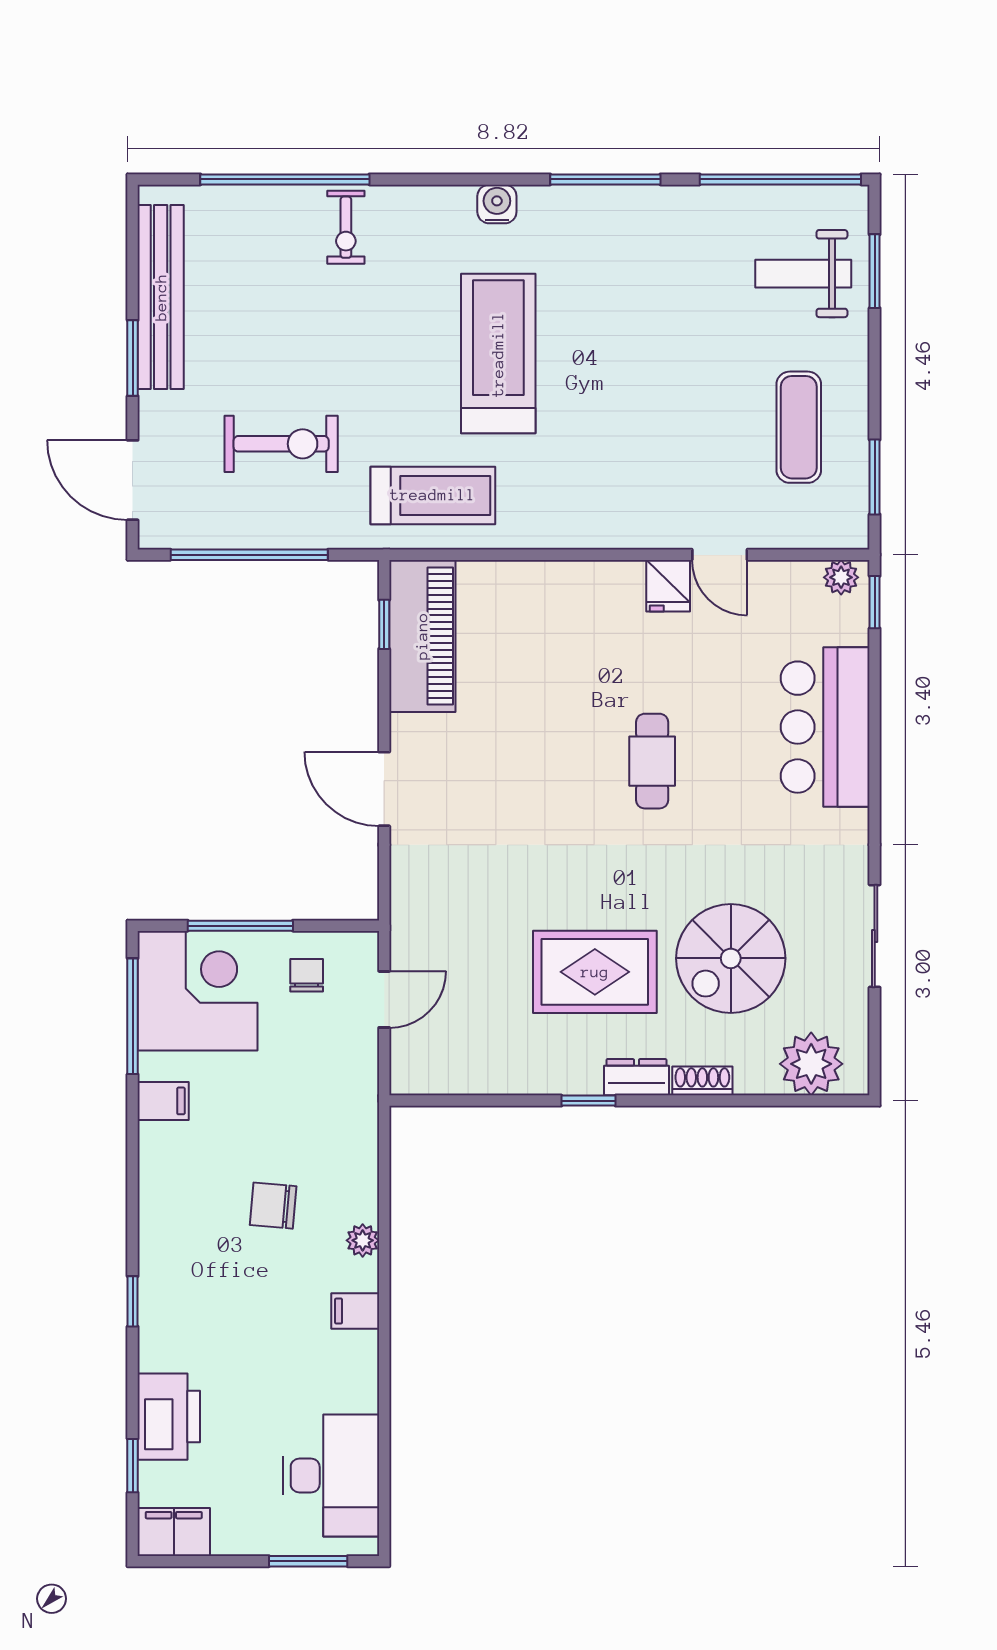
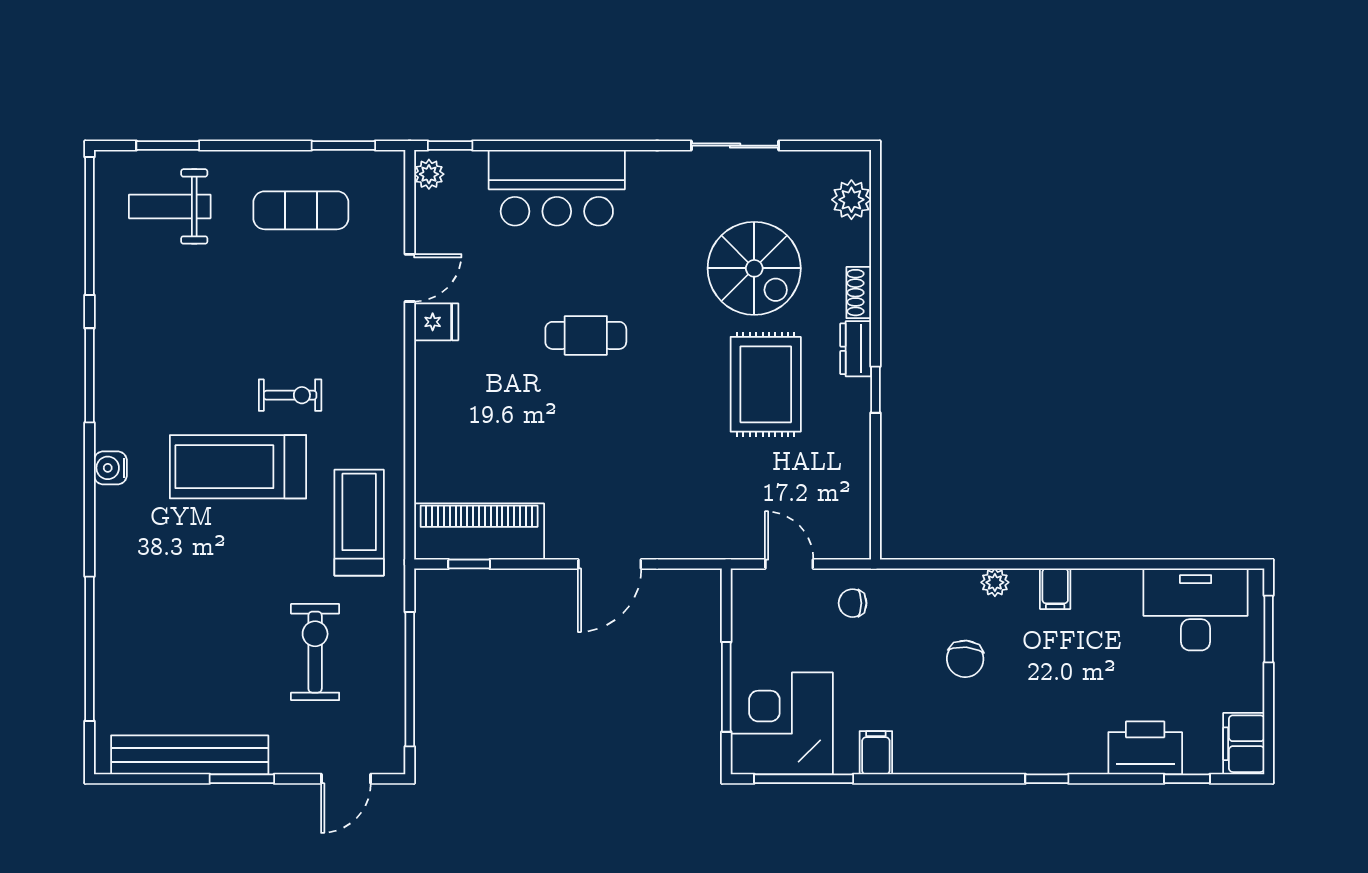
exercise bike: (346, 227) -> (290, 395), moved
weight bench: (803, 274) -> (170, 206), turned 90
door: (133, 480) -> (346, 779), width x0.73
chair: (307, 975) -> (853, 603), moved
plant: (811, 1064) -> (851, 200), width x0.73, depth x0.73

